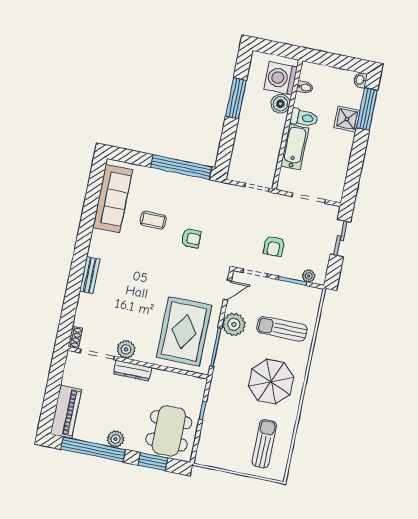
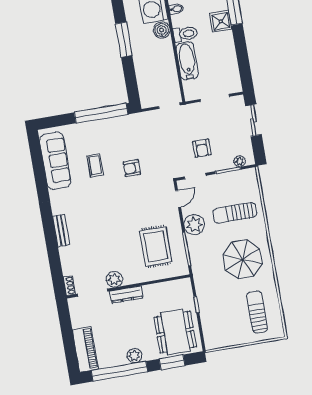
coffee table: (153, 220) -> (95, 165), turned 90
armchair: (191, 238) -> (132, 168), turned 180
rug: (184, 331) -> (156, 246), width x0.73, depth x0.69

